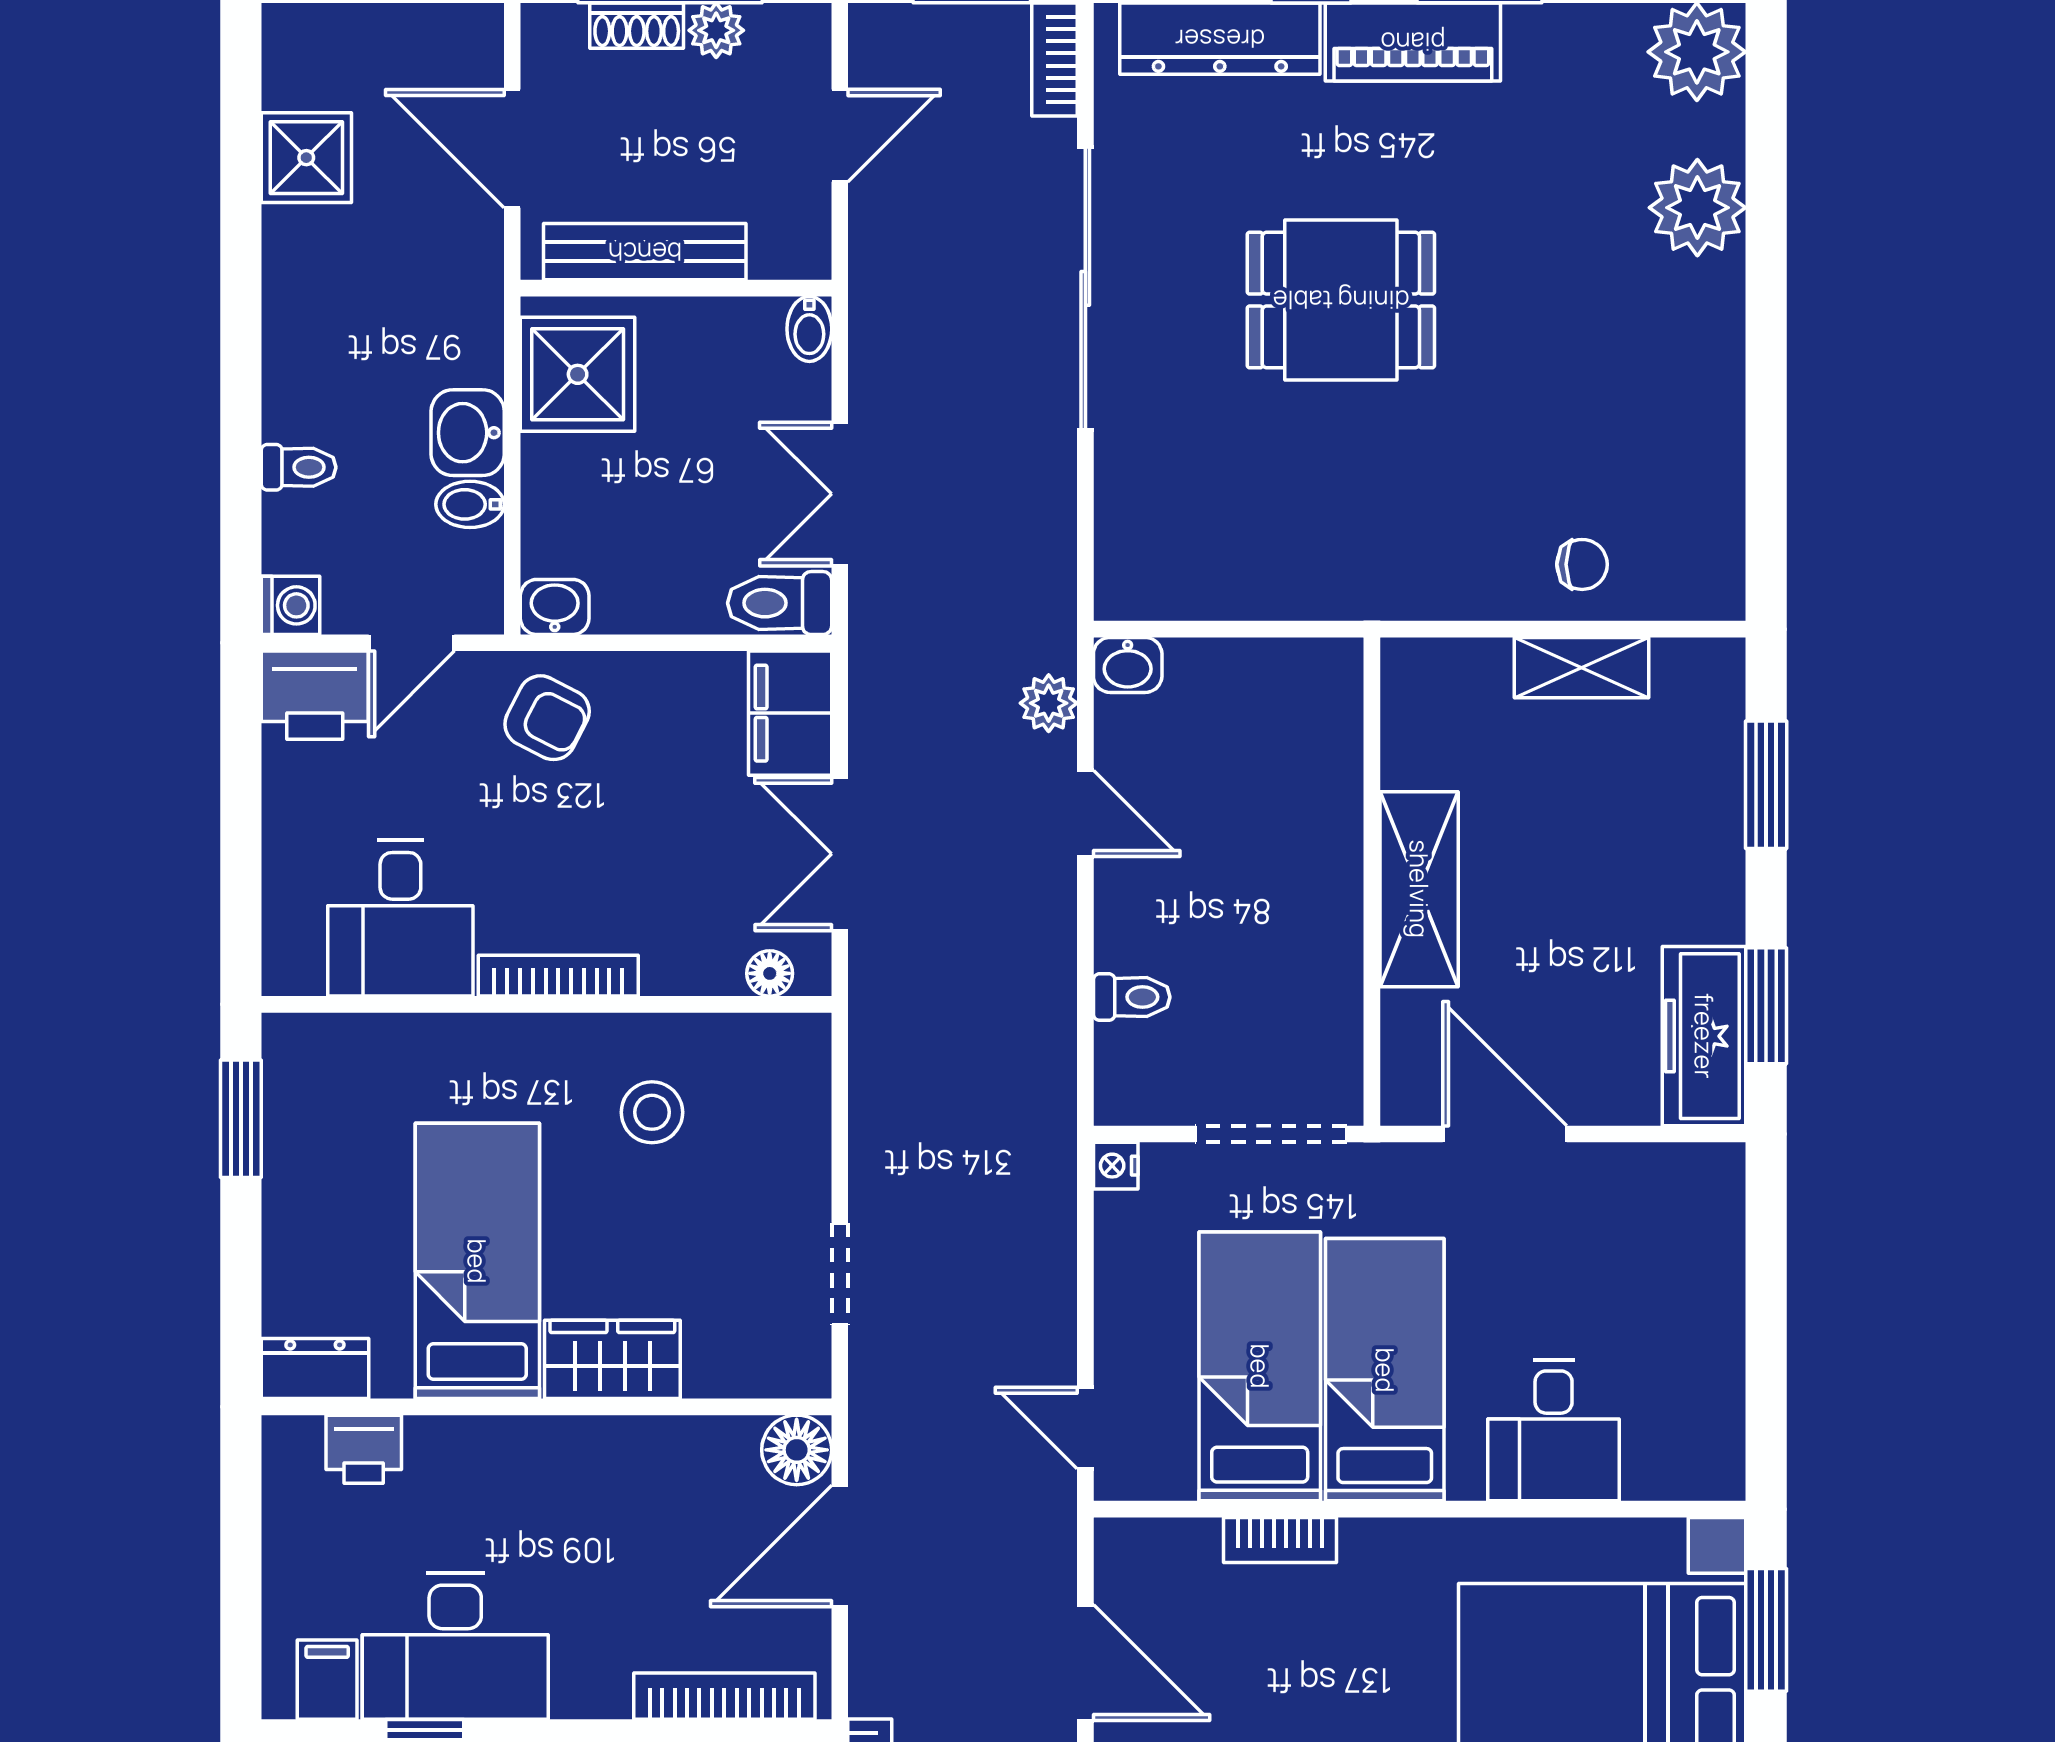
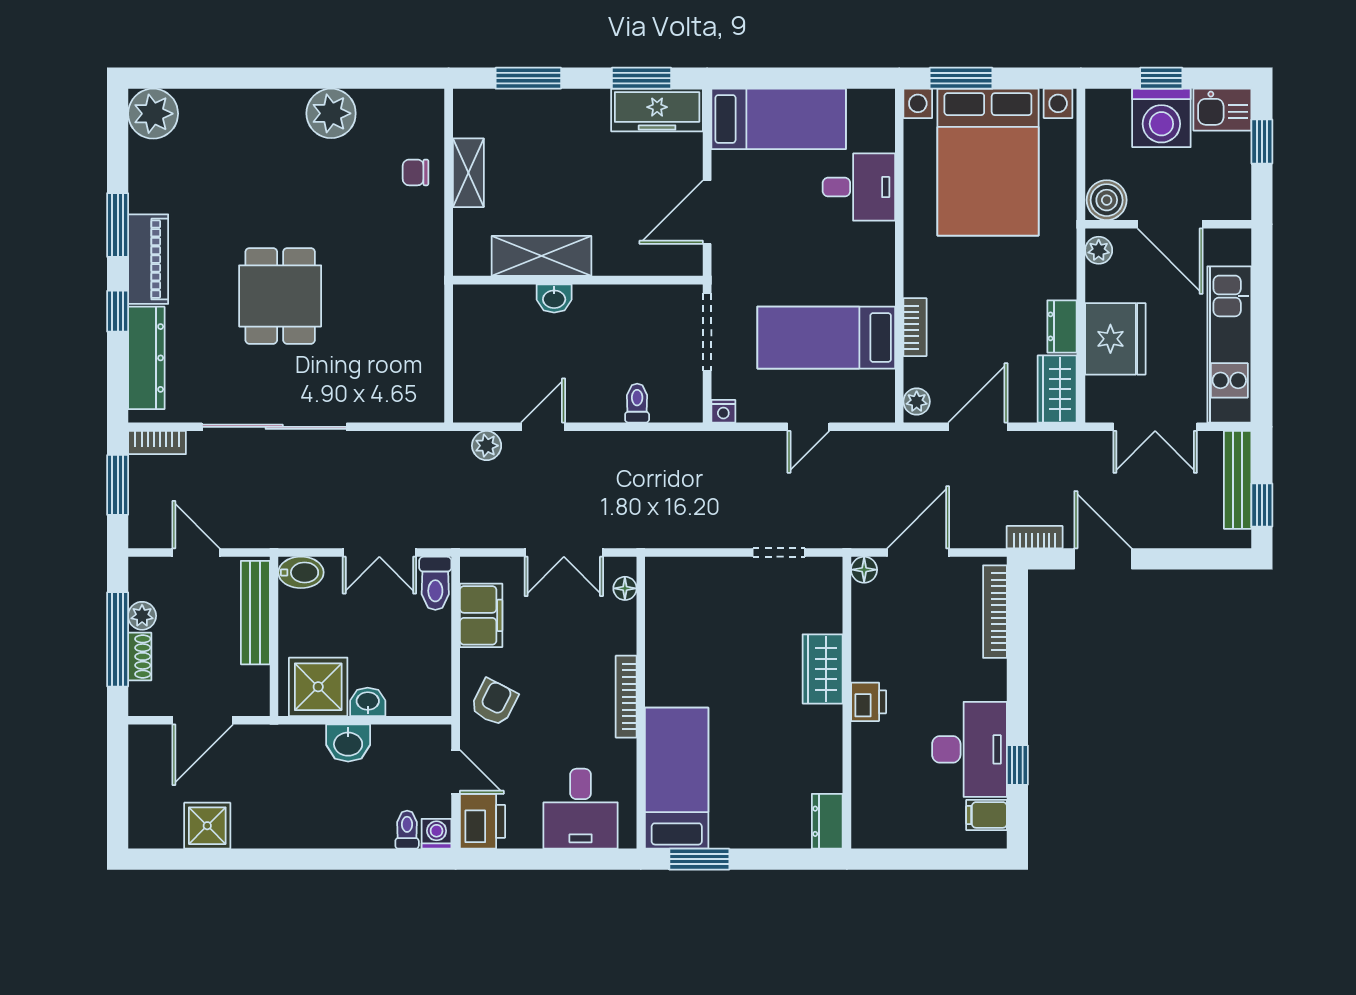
plant: (1697, 208) -> (331, 113), moved
bench: (645, 252) -> (255, 613), moved
bidet: (809, 329) -> (301, 572), width x1.38, depth x1.36
toilet: (299, 467) -> (407, 830), moved
bidet: (470, 504) -> (385, 742), removed
chair: (1582, 564) -> (416, 172), turned -90
washbasin: (555, 607) -> (368, 702), moved, turned 90
washbasin: (1128, 665) -> (554, 298), moved, turned 90
filing cabinet: (790, 713) -> (481, 615), moved, turned -90
shelving: (1419, 889) -> (542, 256), moved
desk: (400, 918) -> (581, 809), moved, turned 90
stool: (652, 1112) -> (696, 649), removed
bed: (477, 1261) -> (677, 778), moved, turned 90
bed: (1385, 1370) -> (779, 119), moved, turned 180
door: (1085, 1428) -> (808, 427), moved
printer: (364, 1449) -> (869, 702), moved
floor lamp: (797, 1450) -> (864, 570), width x0.73, depth x0.73
plant: (1135, 1543) -> (917, 401), added
door: (840, 1546) -> (918, 553), swing flipped

